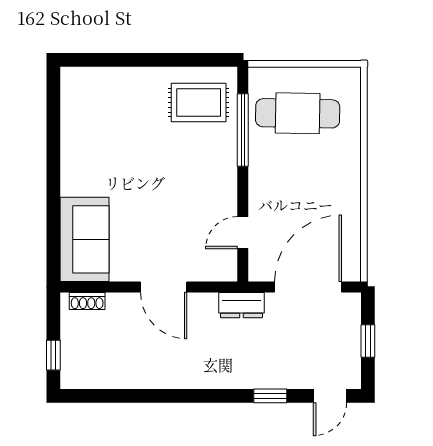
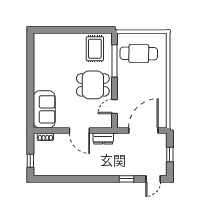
rug: (199, 102) -> (95, 49), turned 90
dining table: (194, 184) -> (93, 85), added
dresser: (242, 305) -> (103, 139), moved

